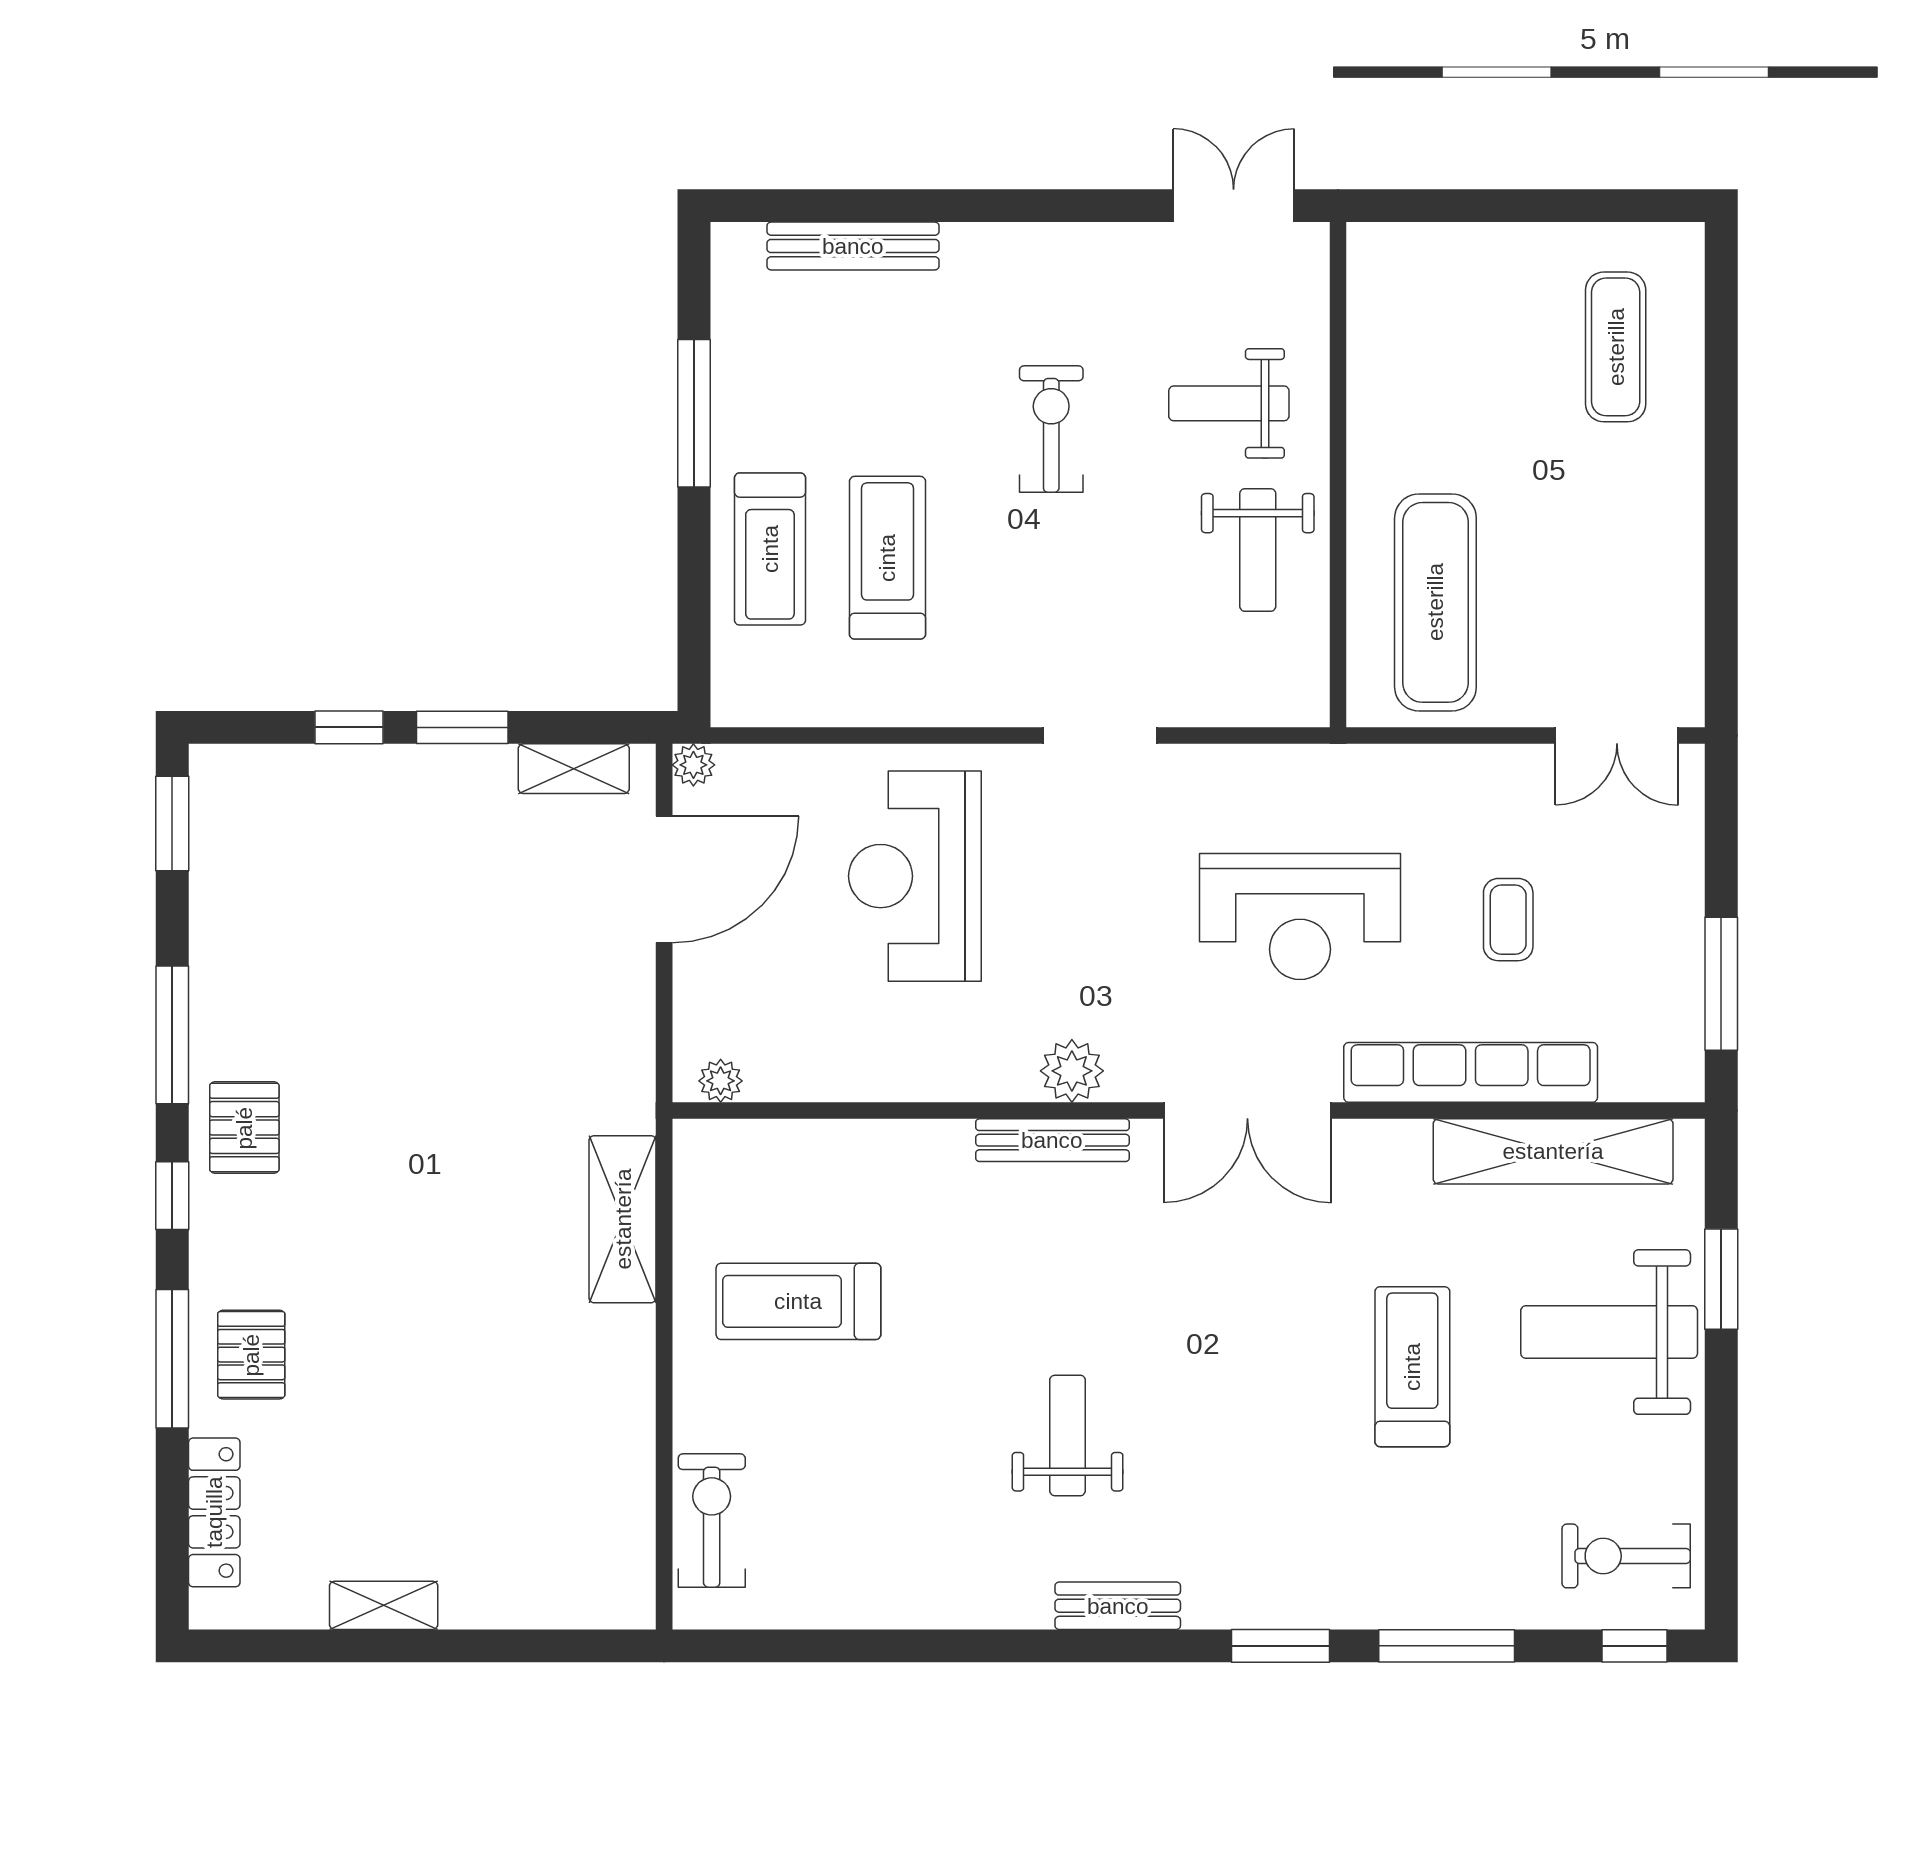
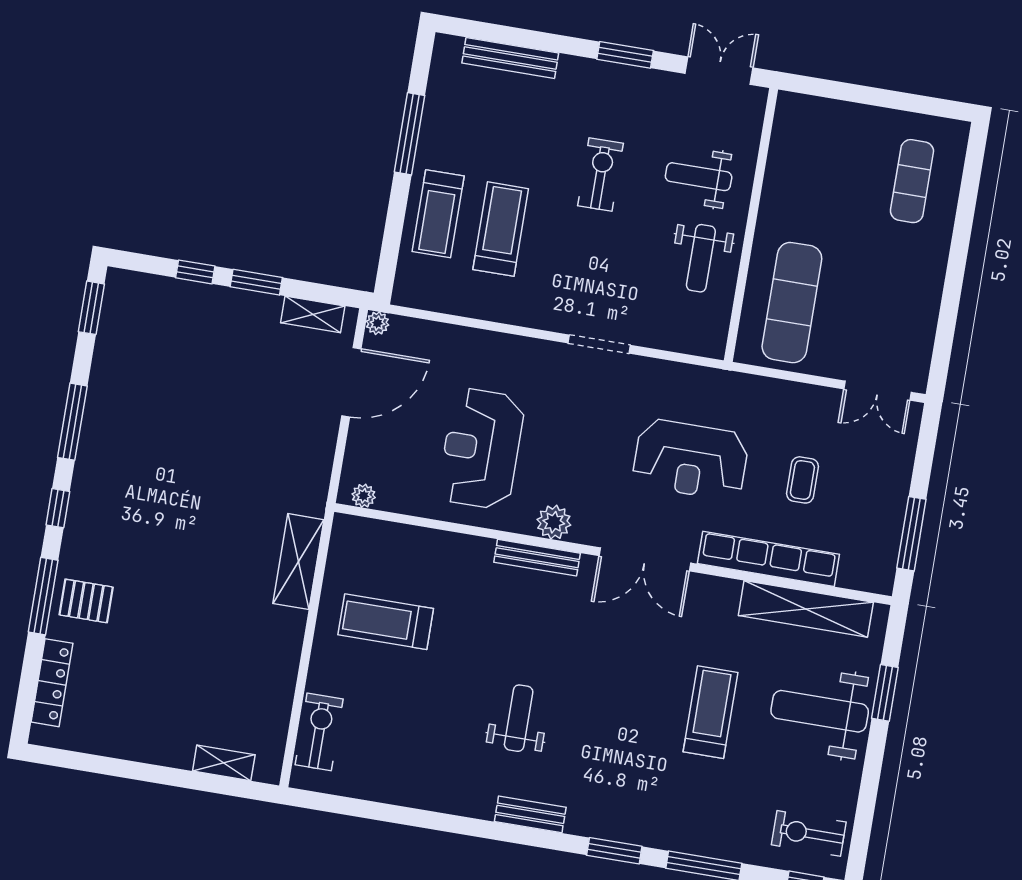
window: (1060, 206) -> (625, 55), added
reception desk: (915, 876) -> (481, 449), moved
pallet: (244, 1128) -> (103, 478), removed
pallet: (251, 1355) -> (86, 601), turned 90
shelving: (384, 1605) -> (224, 763), moved

